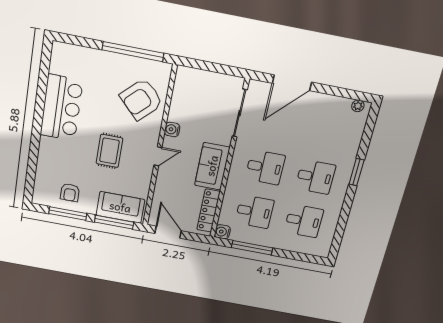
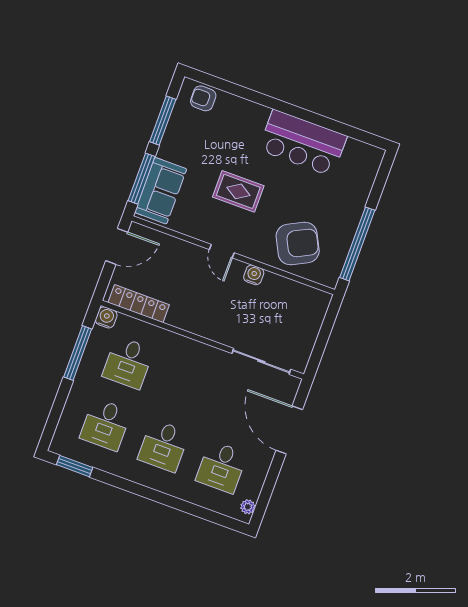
armchair: (141, 99) -> (298, 244), turned 107
sofa: (212, 166) -> (198, 317), removed
desk: (265, 167) -> (222, 467), moved
window: (357, 172) -> (75, 466), moved
armchair: (70, 193) -> (203, 98), moved

